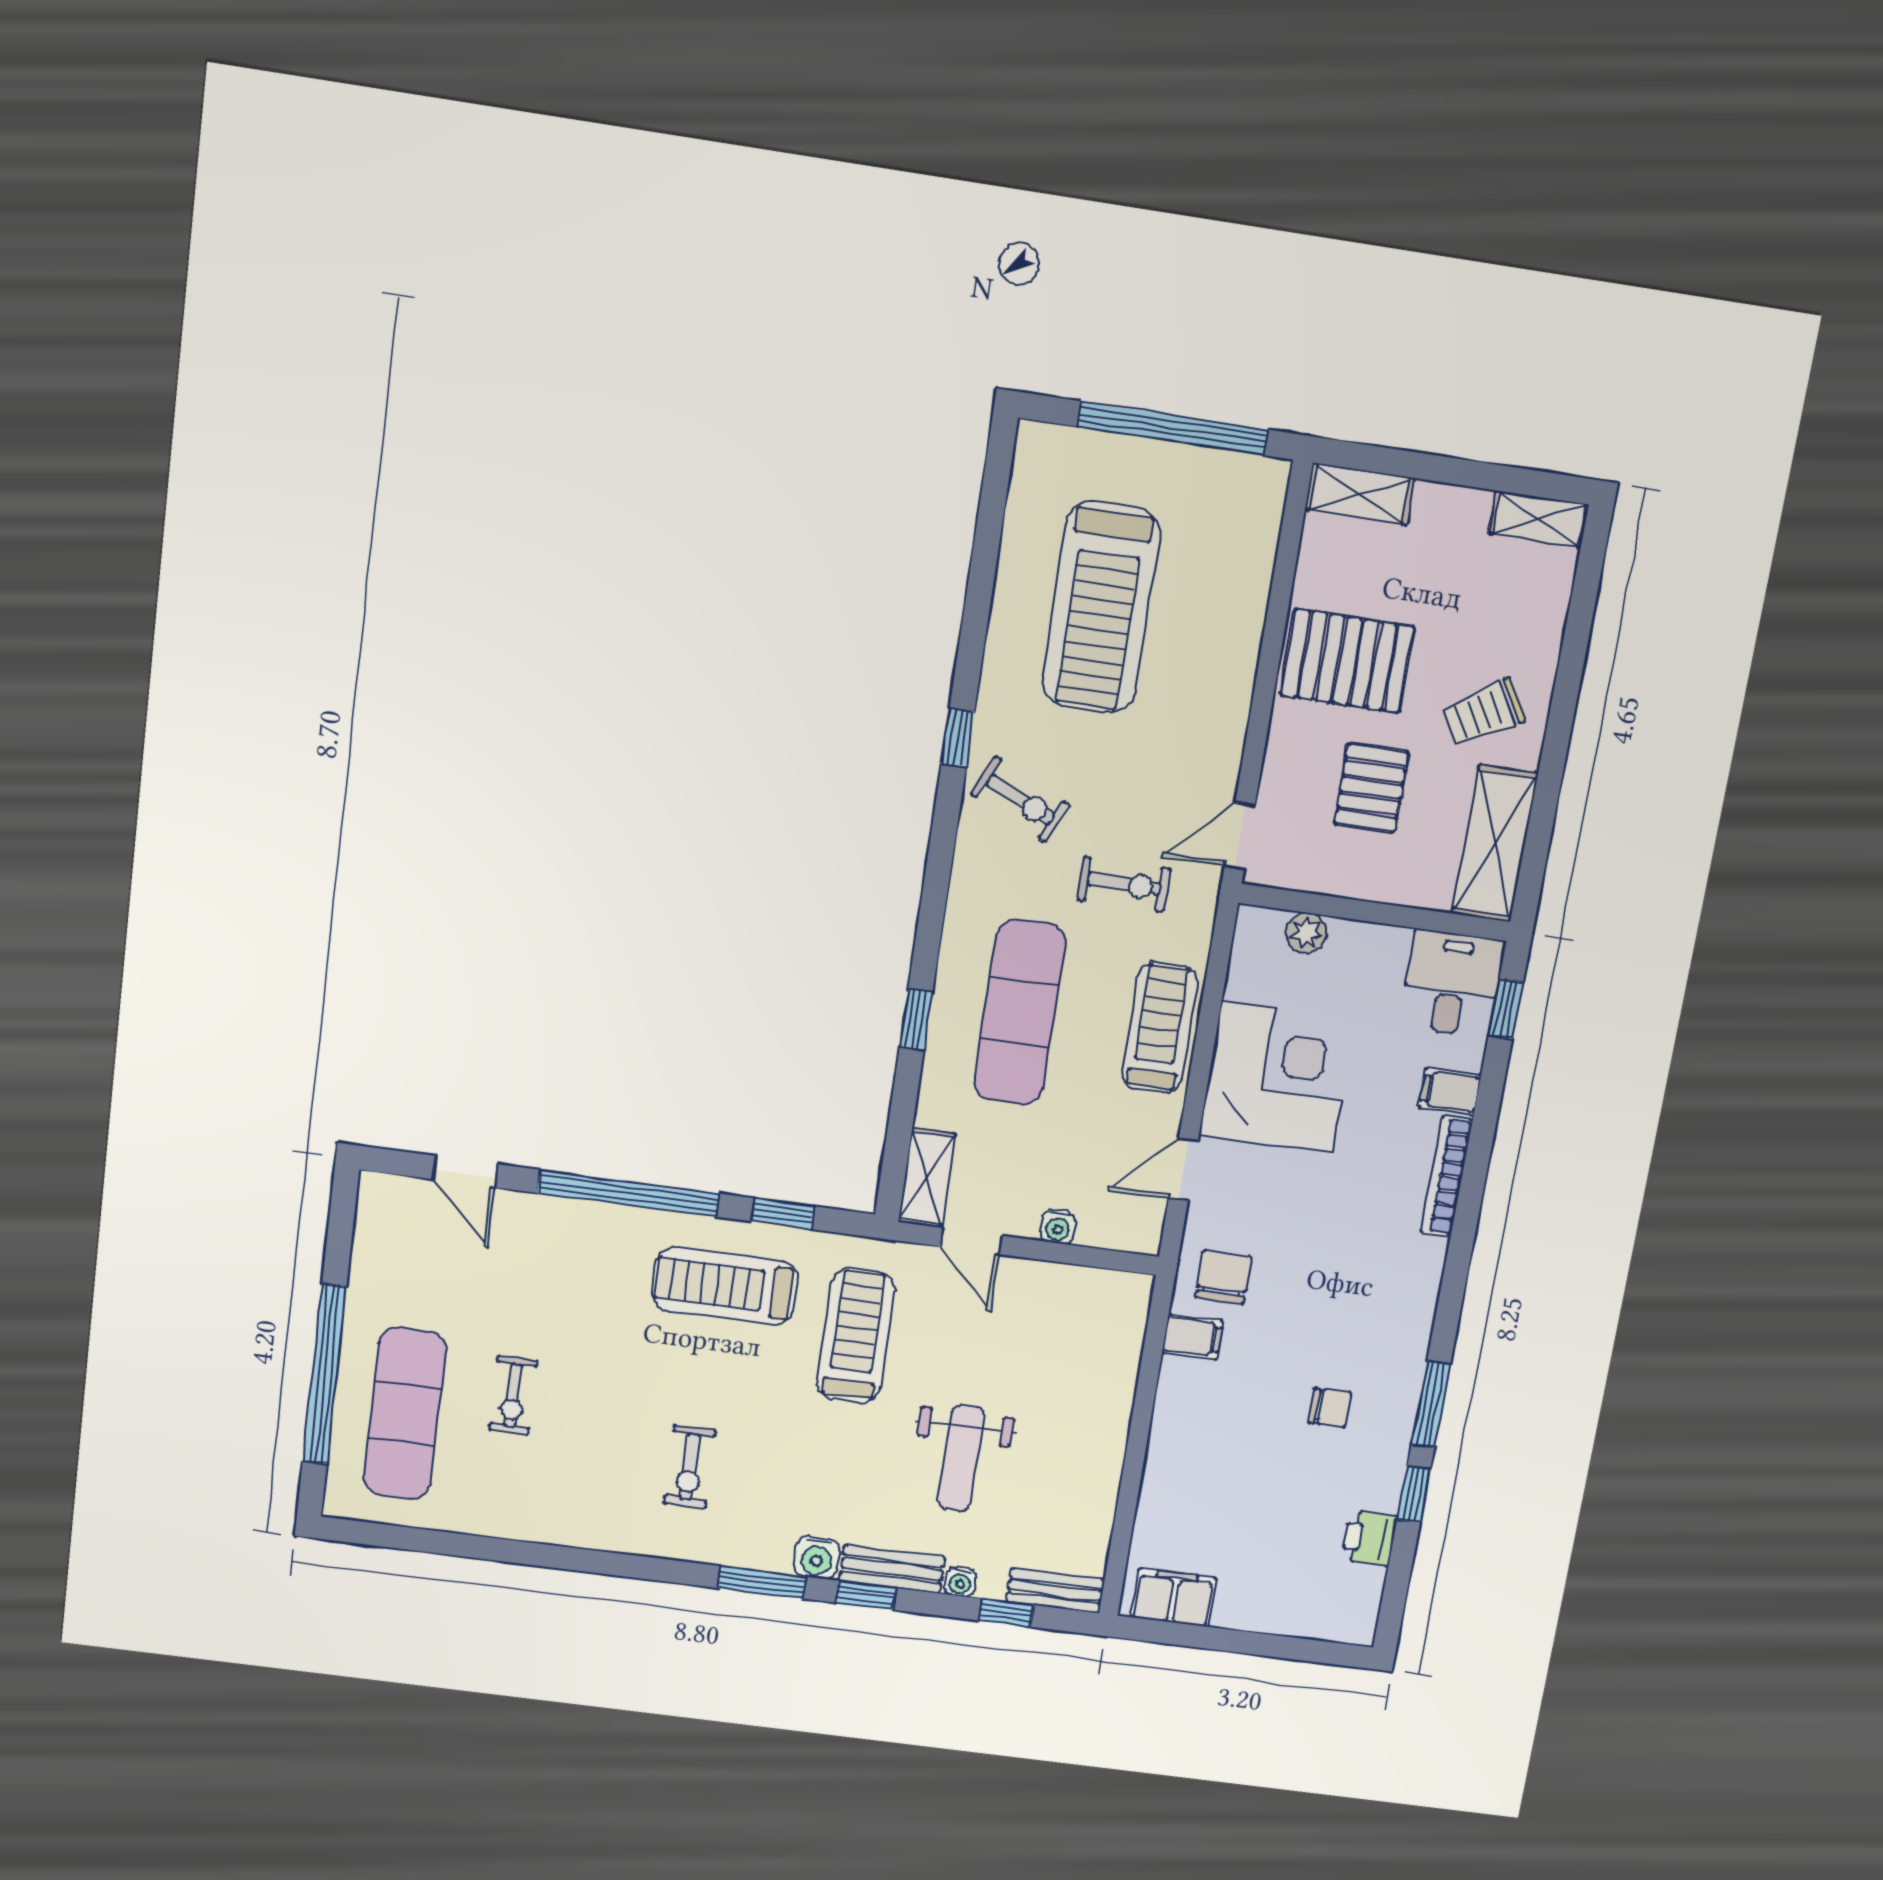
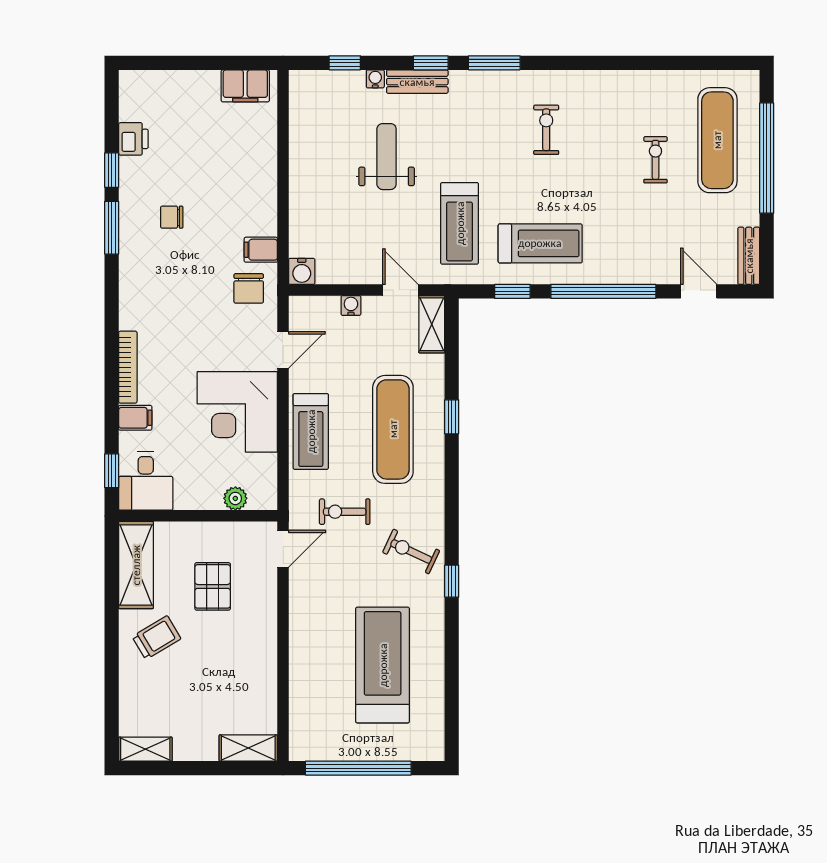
pallet: (1347, 661) -> (239, 655), removed
water cooler: (817, 1558) -> (302, 271), moved, turned 180
bench: (1055, 1591) -> (749, 256), moved, turned 90

